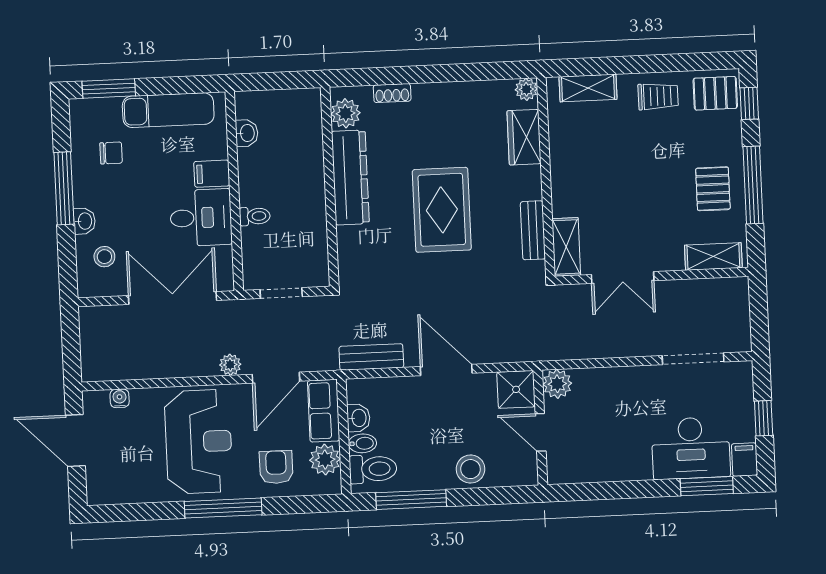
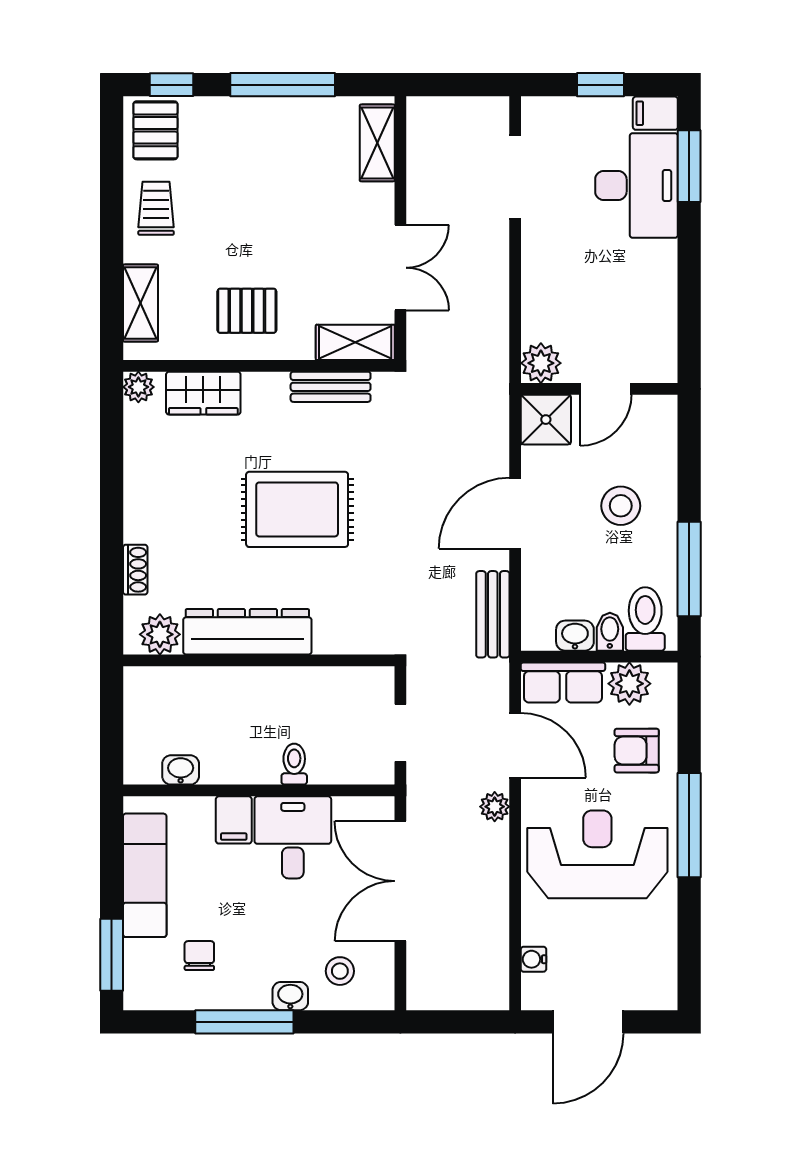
pallet: (713, 189) -> (247, 311), moved
stool: (471, 469) -> (621, 506), moved

